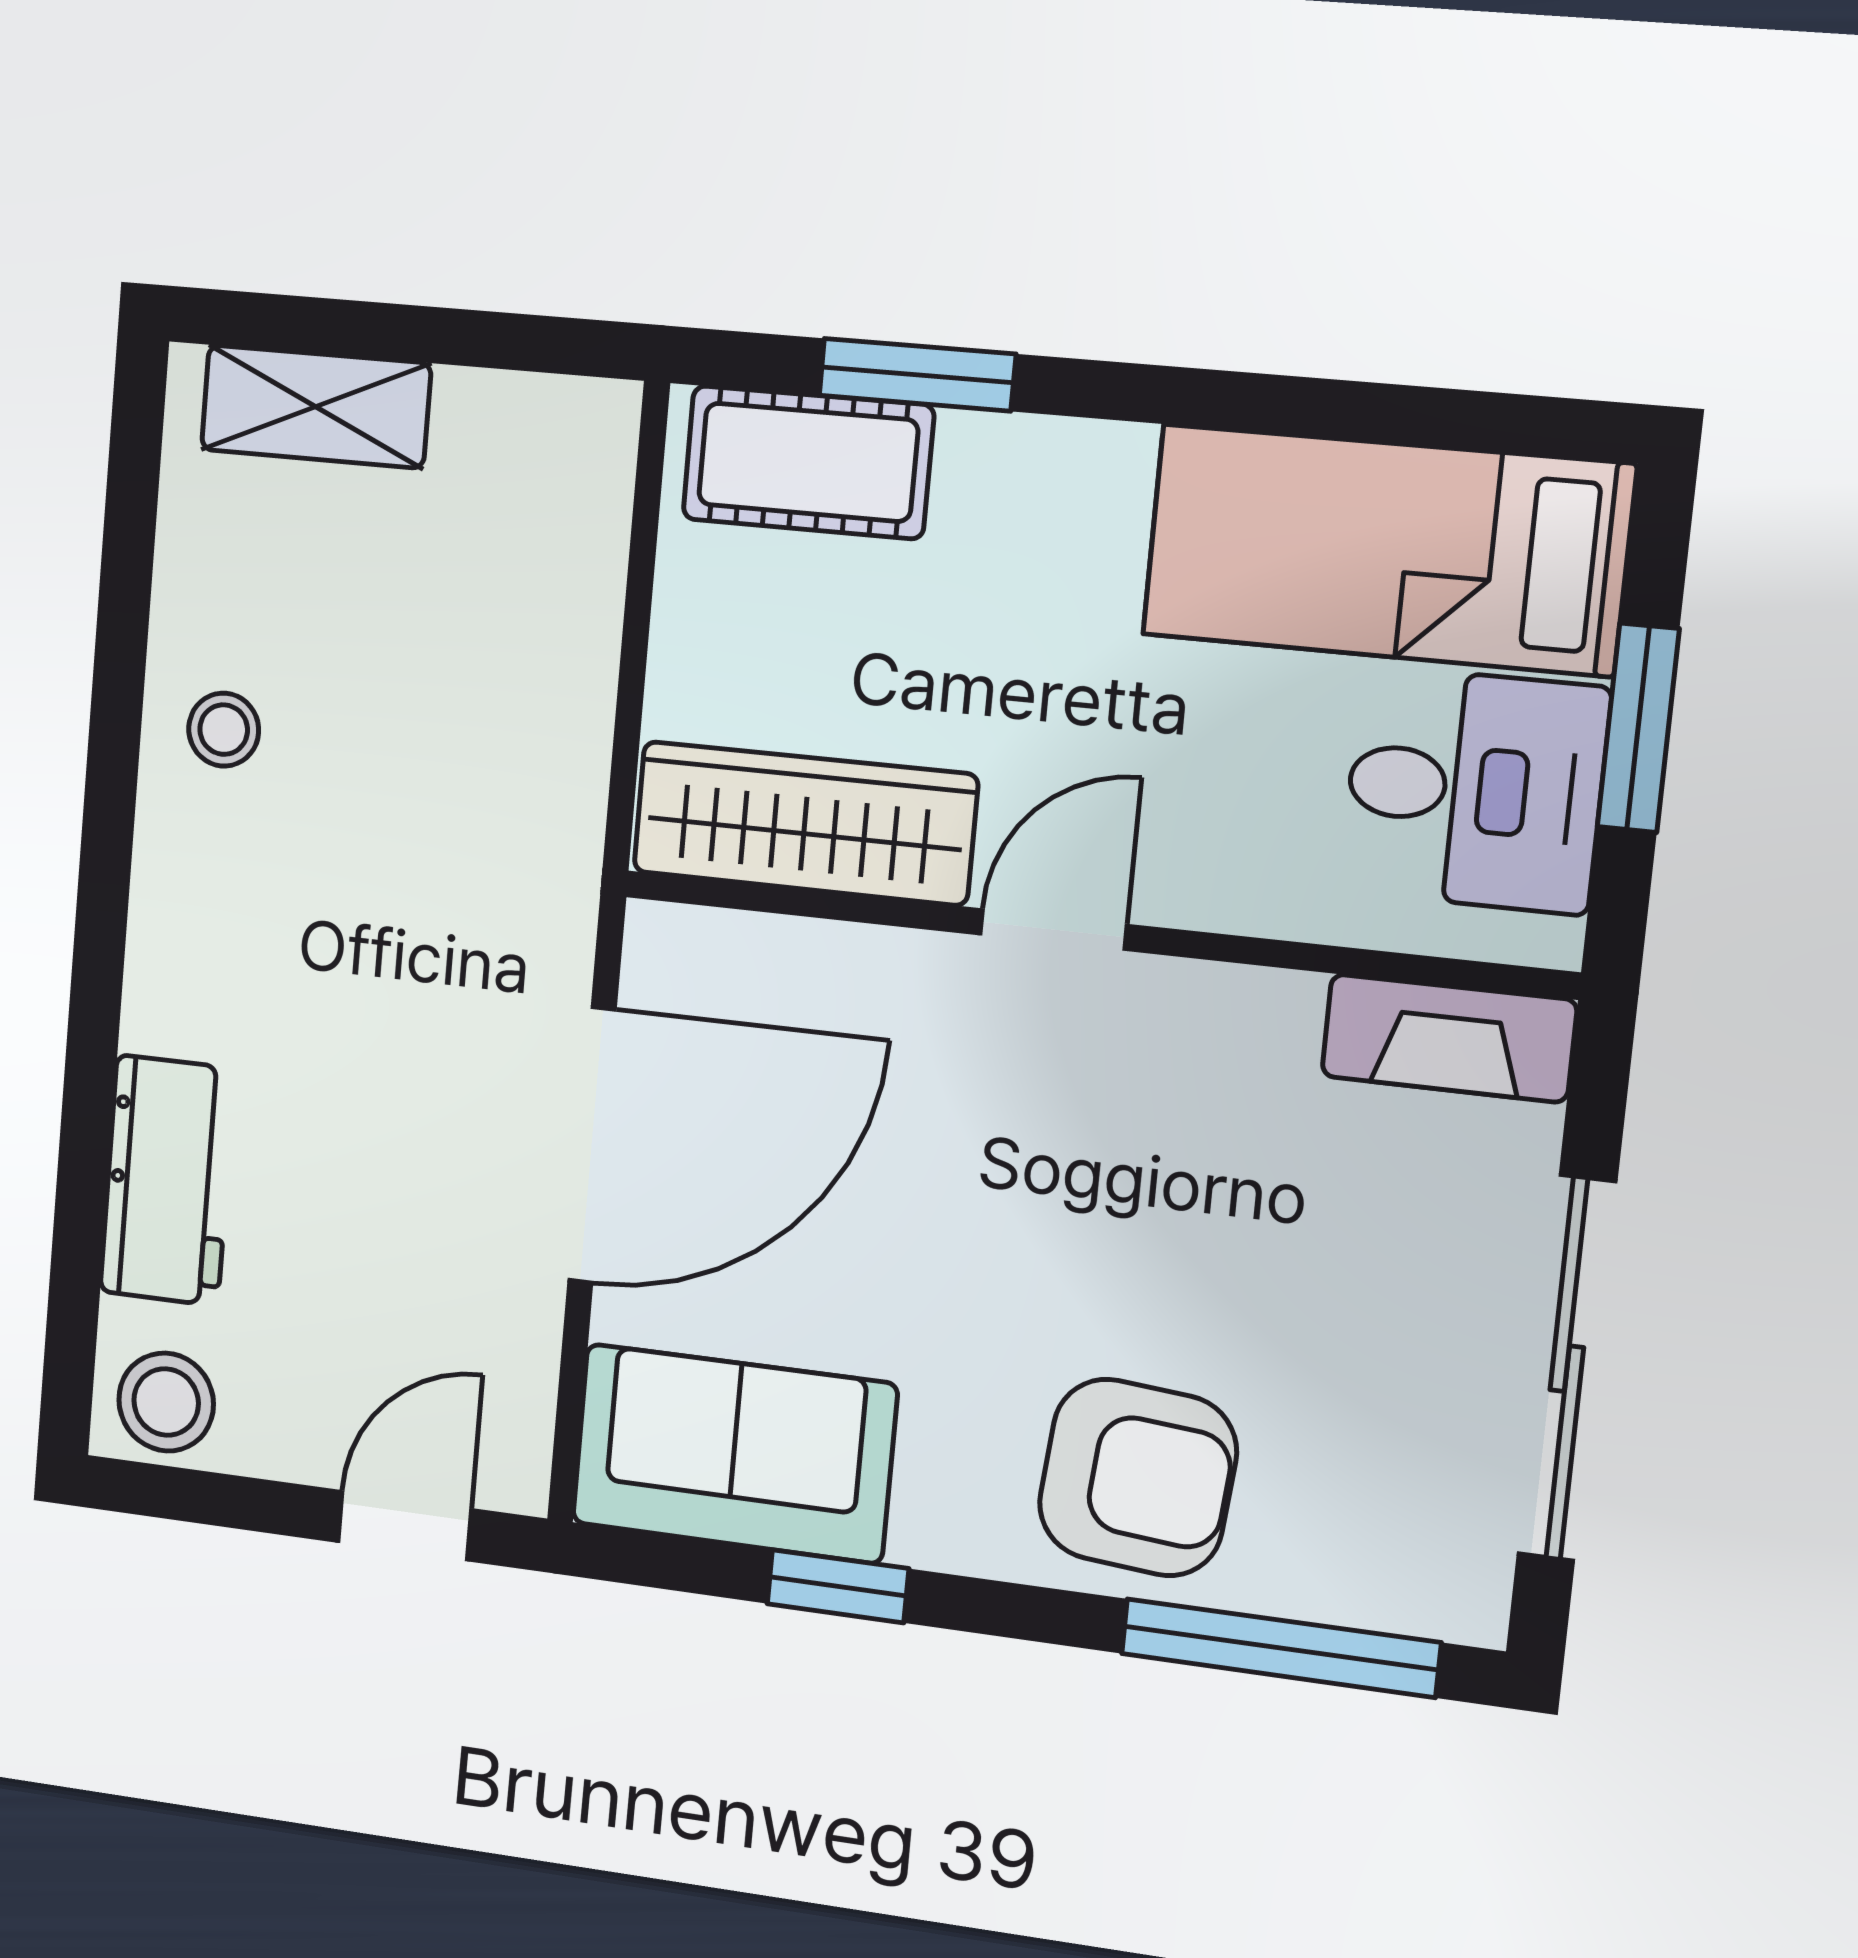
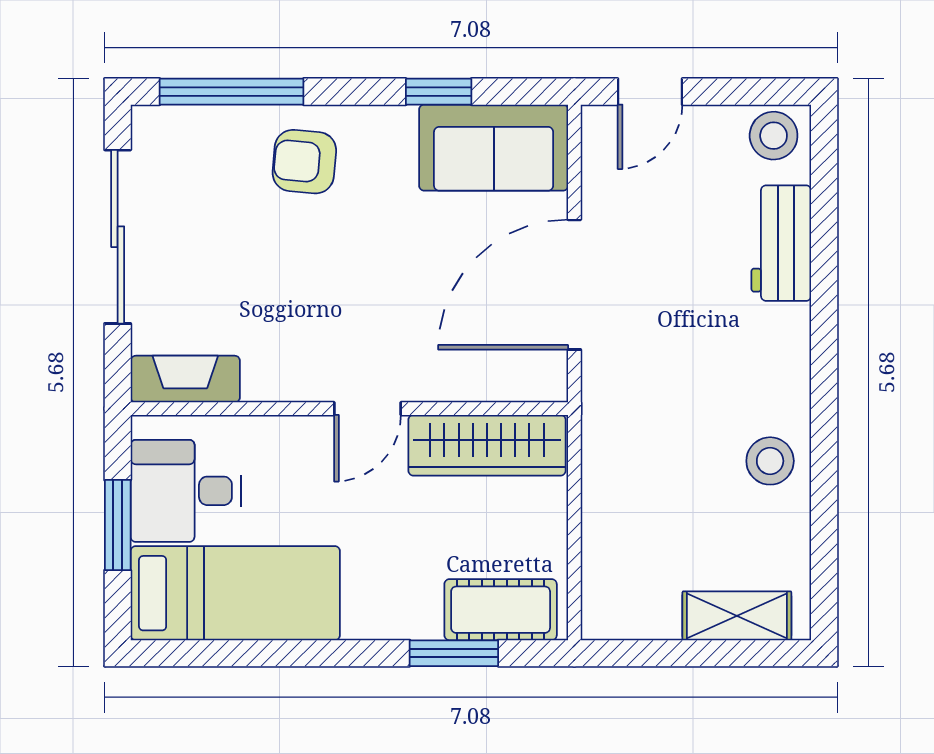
stool: (224, 730) -> (770, 461), width x1.37, depth x1.37
armchair: (1138, 1478) -> (304, 162), width x0.72, depth x0.72

